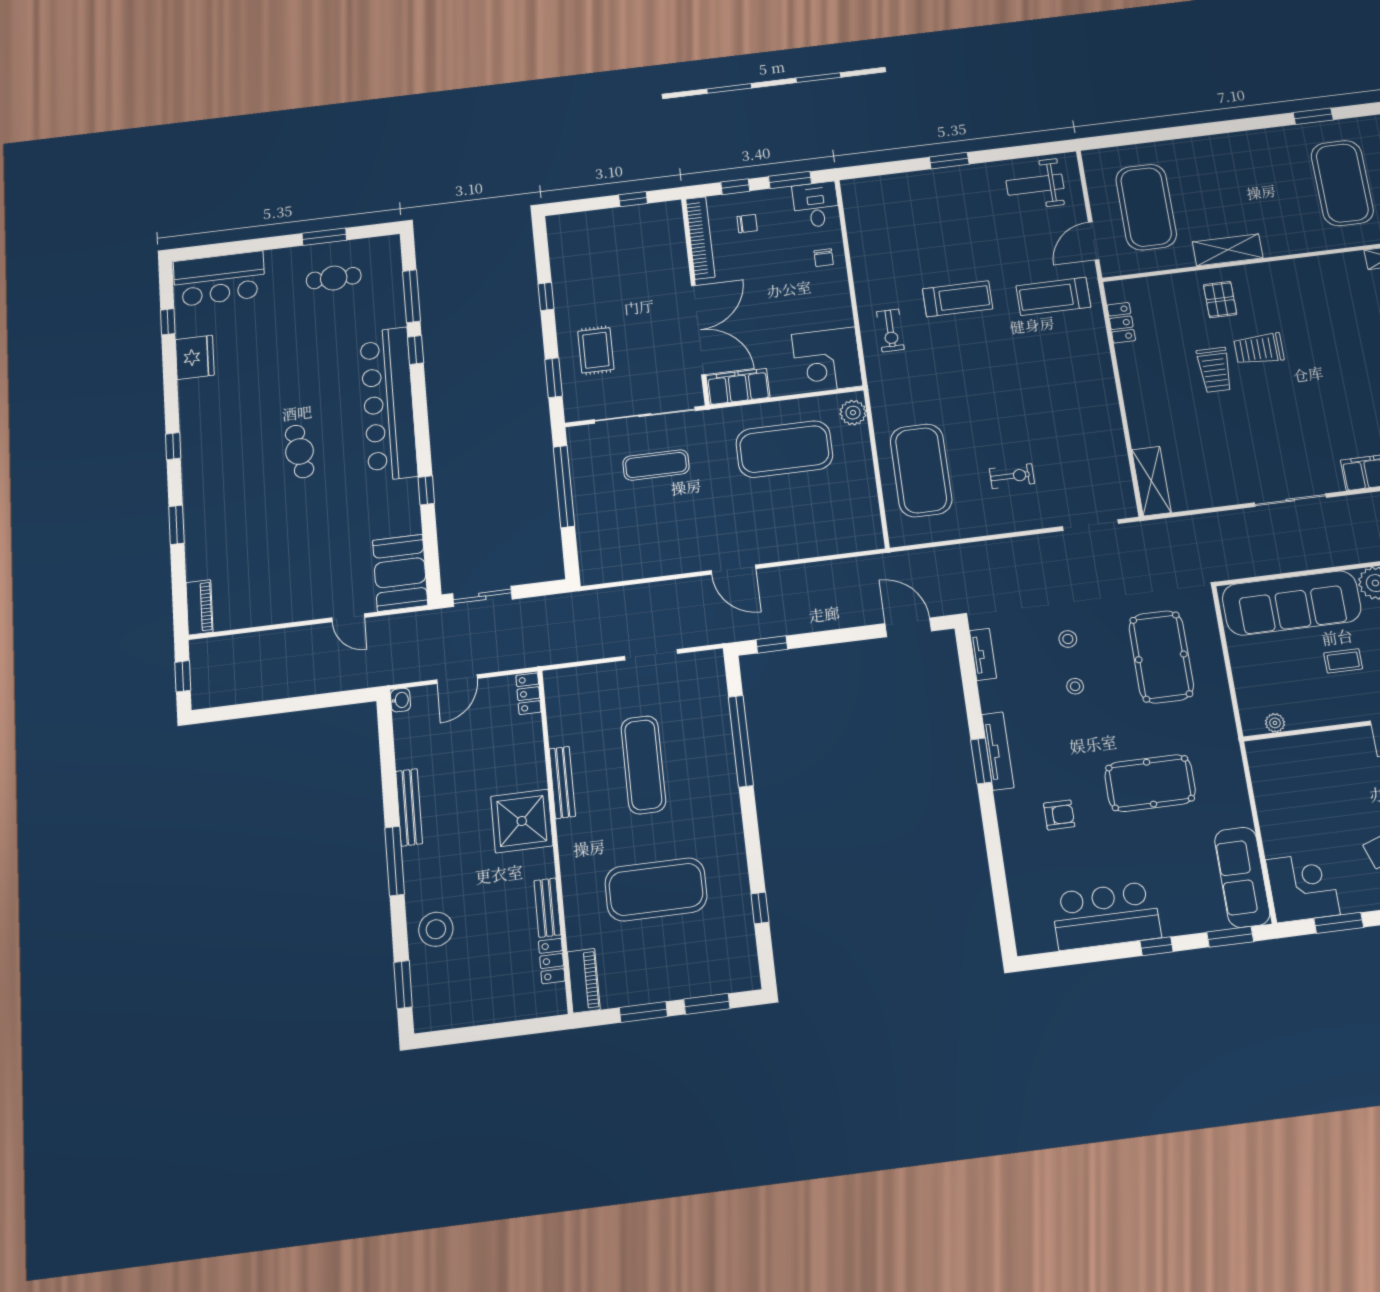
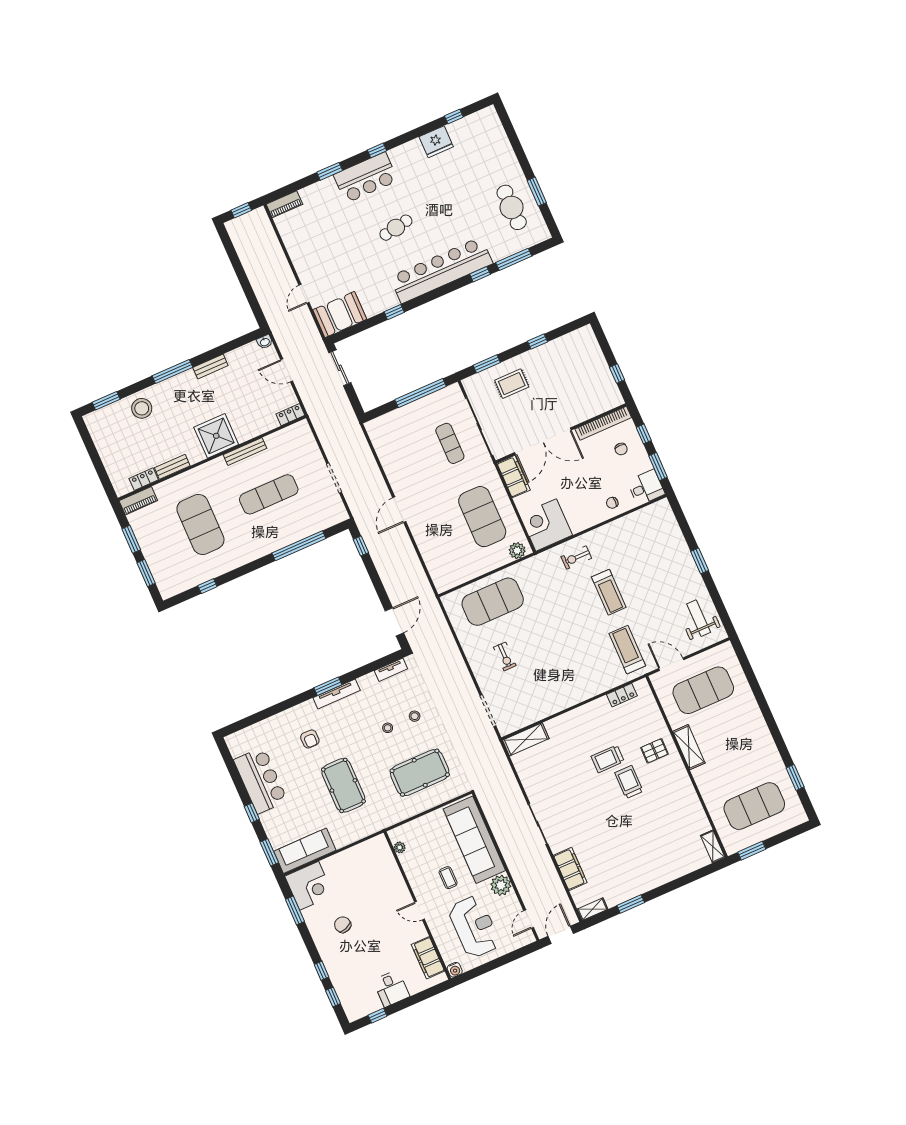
cafe table: (334, 278) -> (512, 207), width x1.37, depth x1.35
bar counter: (219, 279) -> (366, 178), moved, turned -90
bench: (409, 807) -> (210, 366), width x0.73

